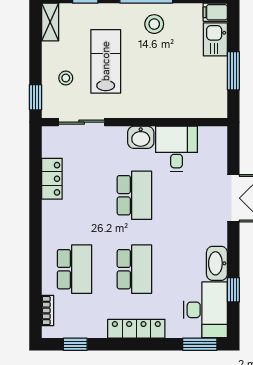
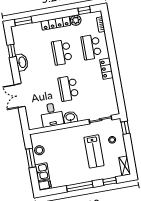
stool: (154, 24) -> (39, 150), moved
locker: (52, 179) -> (106, 69), moved
desk: (205, 310) -> (24, 39), removed
plant: (96, 328) -> (76, 20), added

